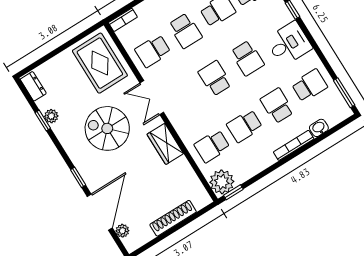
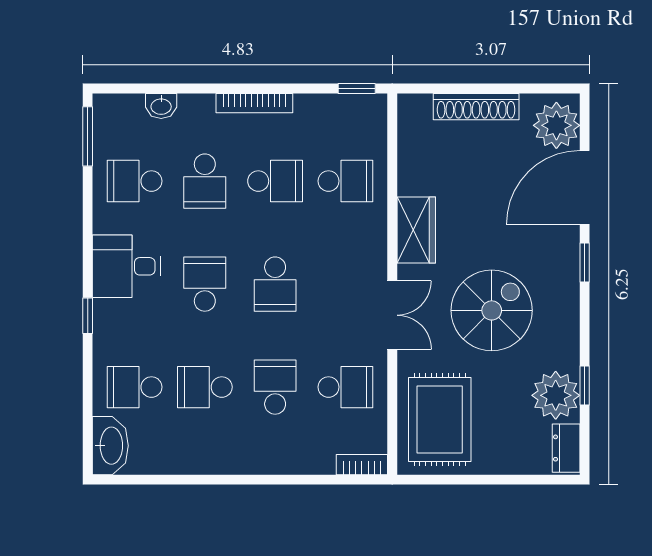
plant: (51, 116) -> (556, 395), width x1.88, depth x1.88
spiral stairs: (107, 128) -> (492, 310), turned -90
bookcase: (294, 145) -> (254, 103), moved
plant: (222, 182) -> (365, 116), removed
plant: (122, 231) -> (556, 125), width x1.88, depth x1.88

